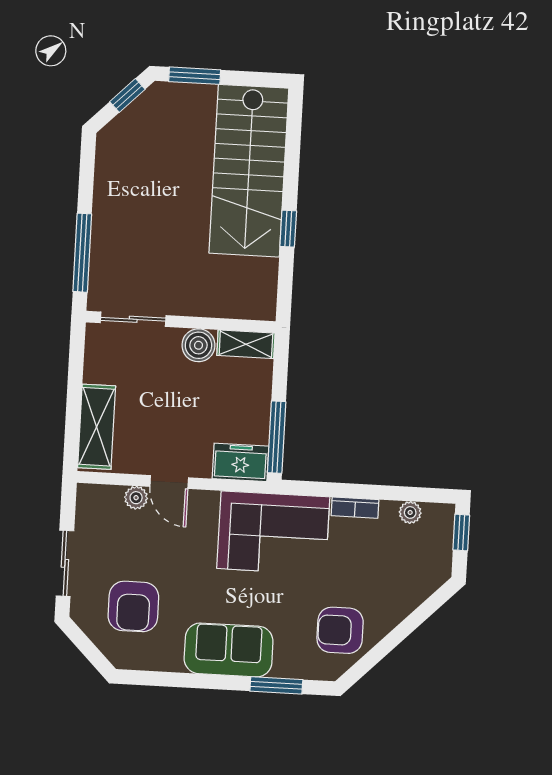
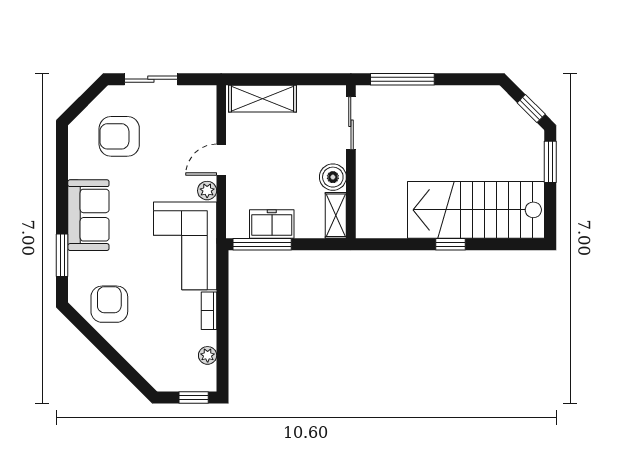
window: (288, 229) -> (450, 244), moved
freezer: (240, 462) -> (272, 224), moved, turned -90
plant: (136, 498) -> (207, 191), moved

